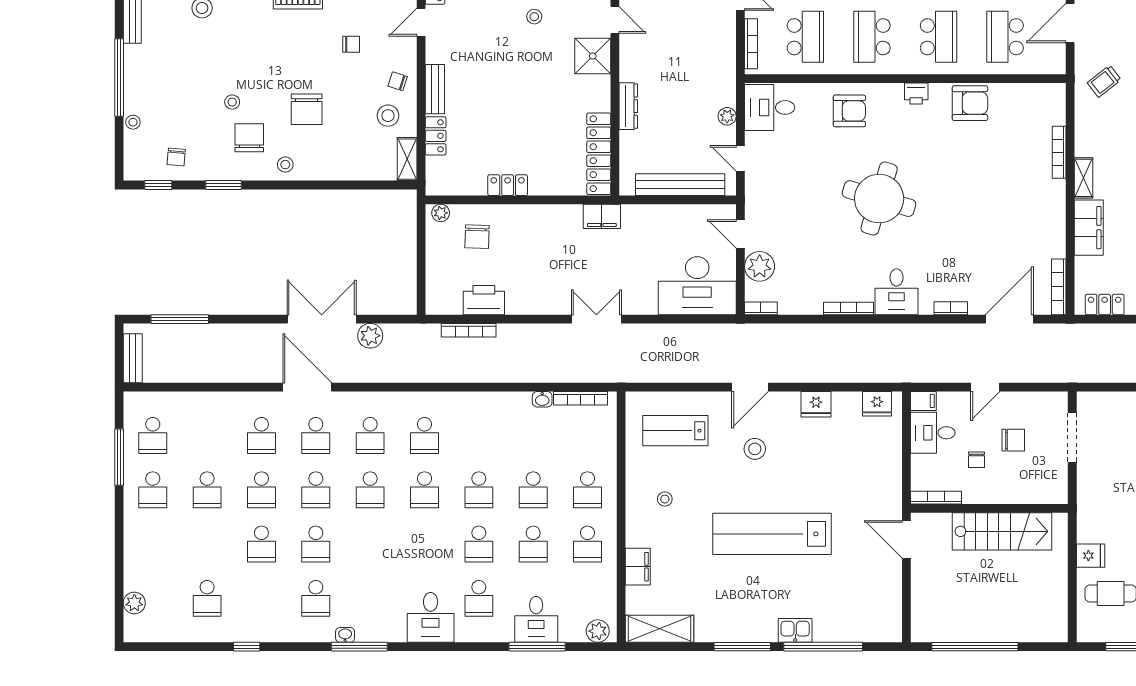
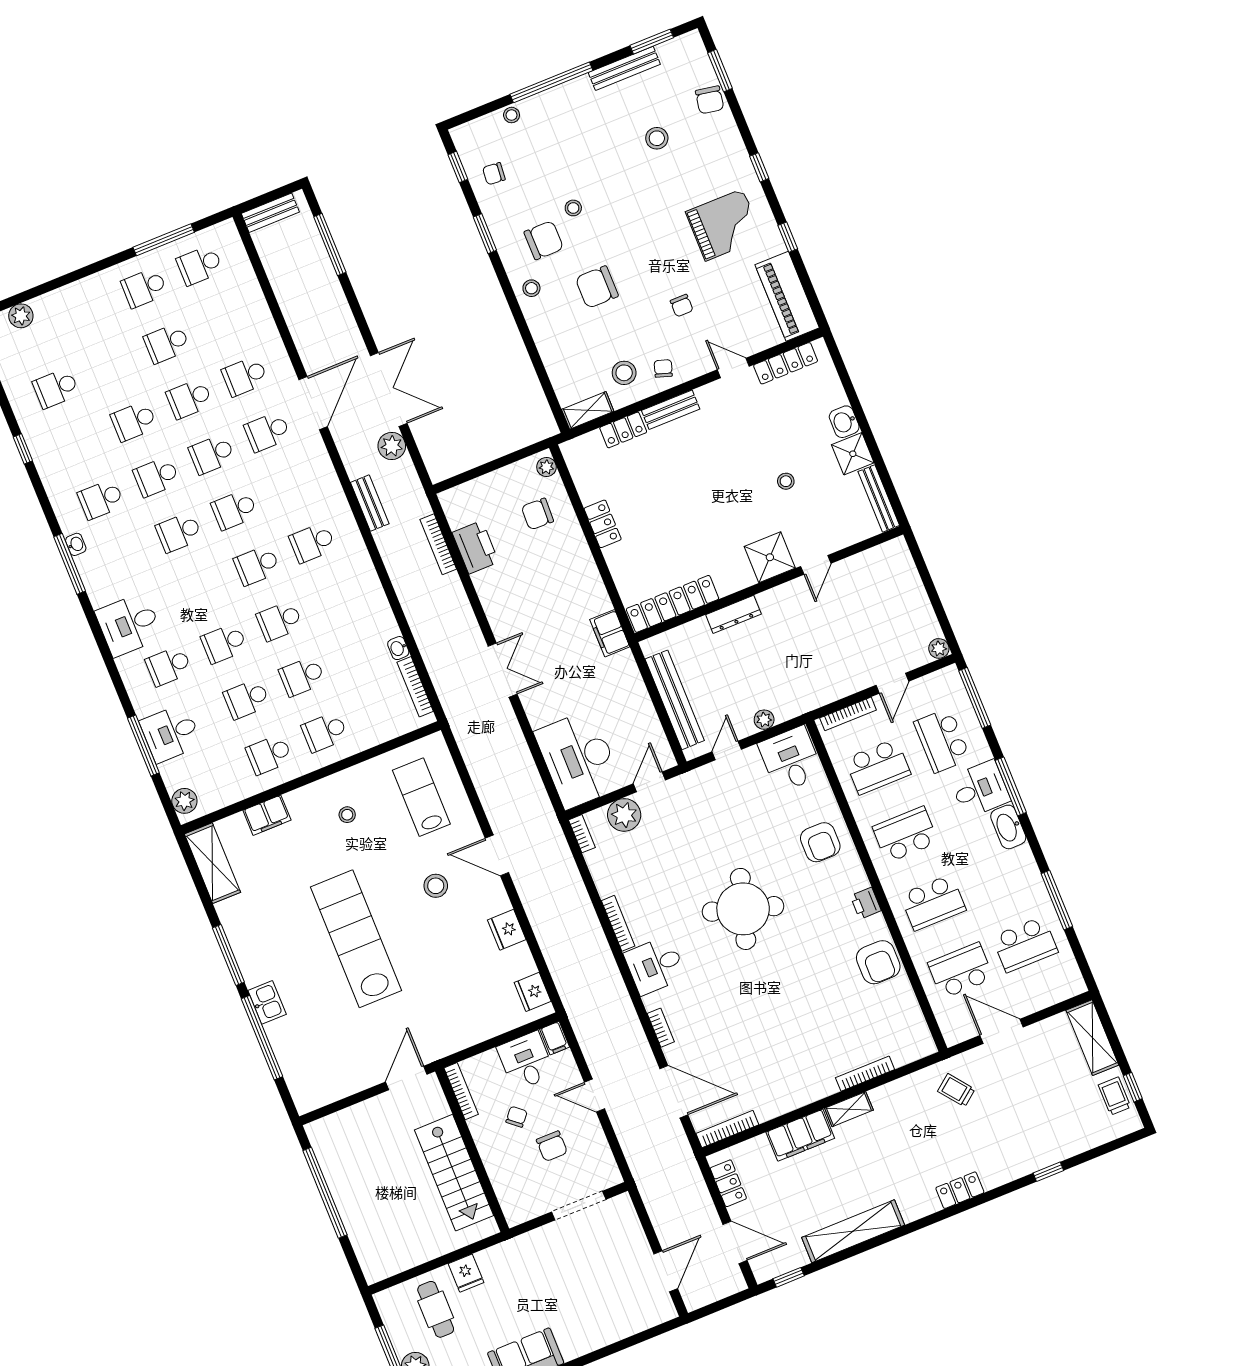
bench: (411, 374) -> (370, 503), added
school desk: (370, 435) -> (179, 532), moved
chair: (976, 460) -> (517, 1117), turned 130

